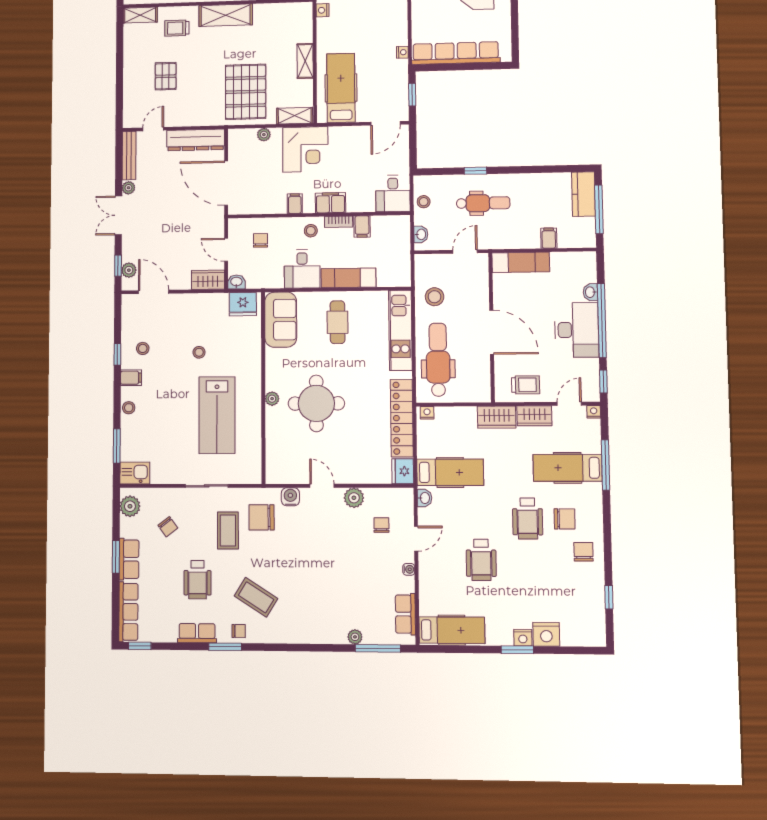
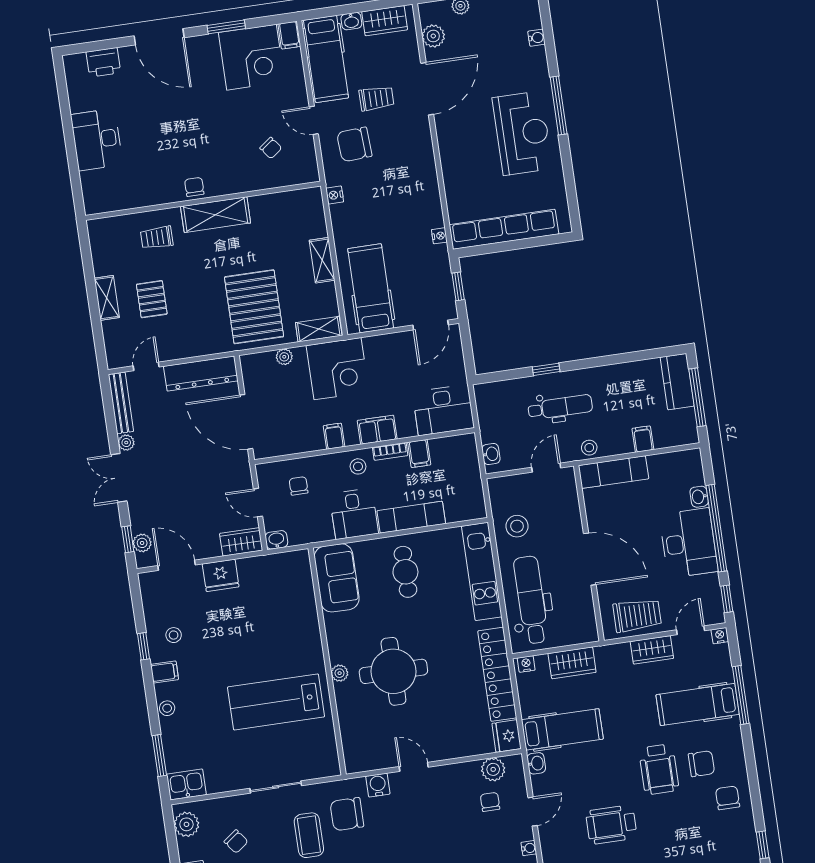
shelving: (140, 15) -> (107, 298), moved, turned 90
desk: (393, 193) -> (443, 410), width x1.37
stool: (424, 202) -> (589, 448), moved
fridge: (243, 304) -> (221, 575), moved
stool: (199, 352) -> (243, 630), removed
trolley: (526, 385) -> (637, 615), width x1.36, depth x1.39
lab bench: (217, 415) -> (276, 702), turned 90
wardrobe: (497, 417) -> (572, 663), moved
plant: (354, 498) -> (493, 769), moved
wheelchair: (481, 560) -> (611, 825), turned 90

